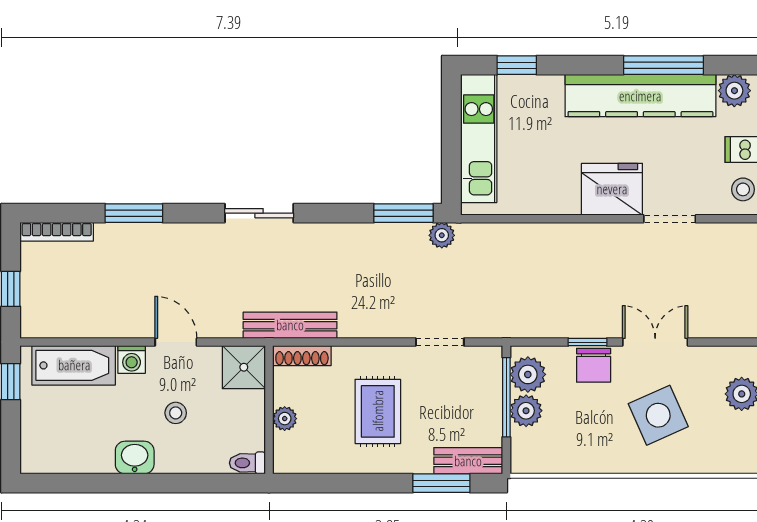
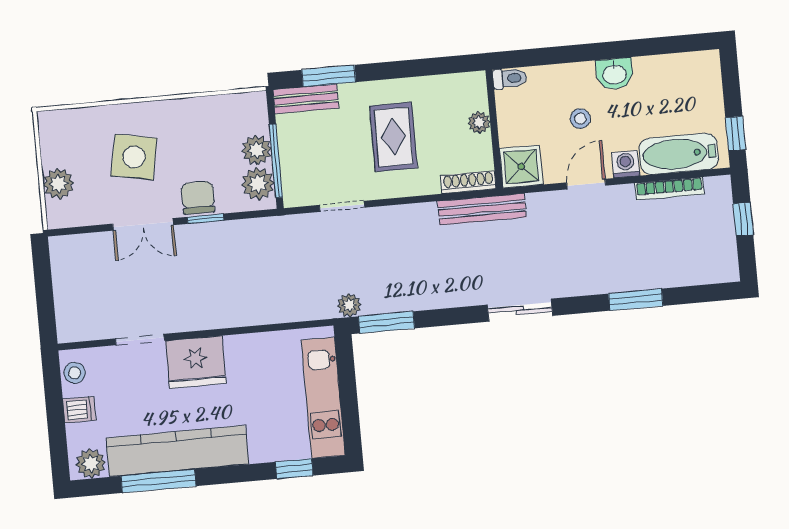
bookcase: (57, 232) -> (669, 189), moved, turned 180
door: (176, 342) -> (586, 184), swing flipped
side table: (658, 415) -> (134, 157), turned 35

